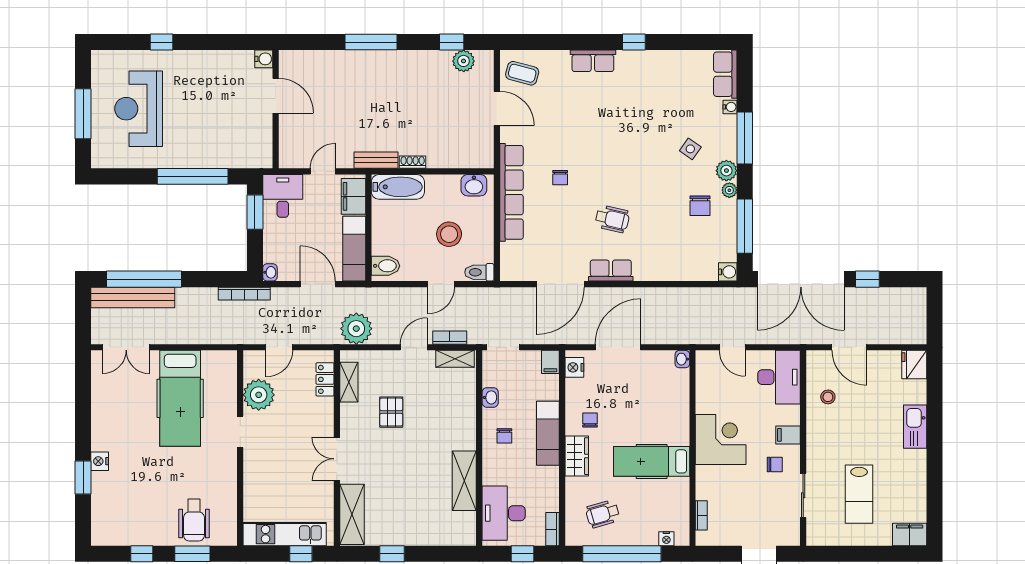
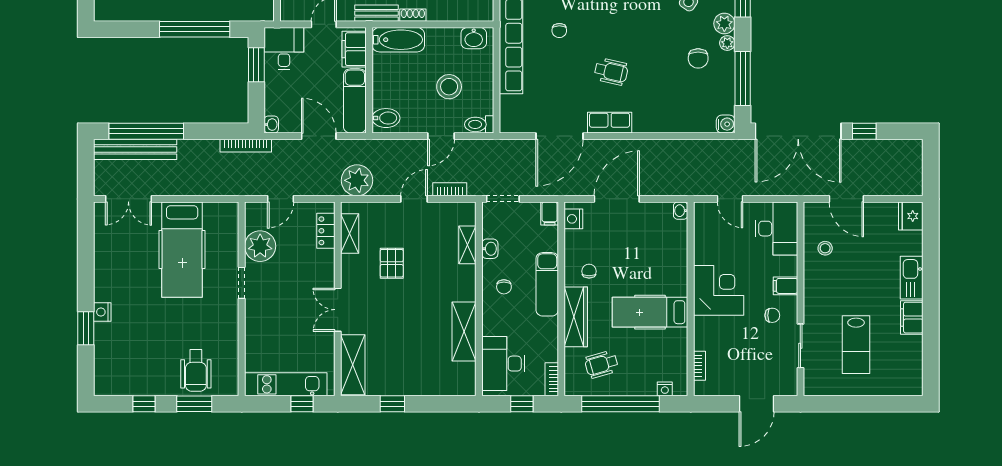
shelving: (455, 359) -> (467, 245), moved, turned 90
wardrobe: (577, 456) -> (576, 317), width x1.50
filing cabinet: (910, 534) -> (912, 318), moved, turned -90

